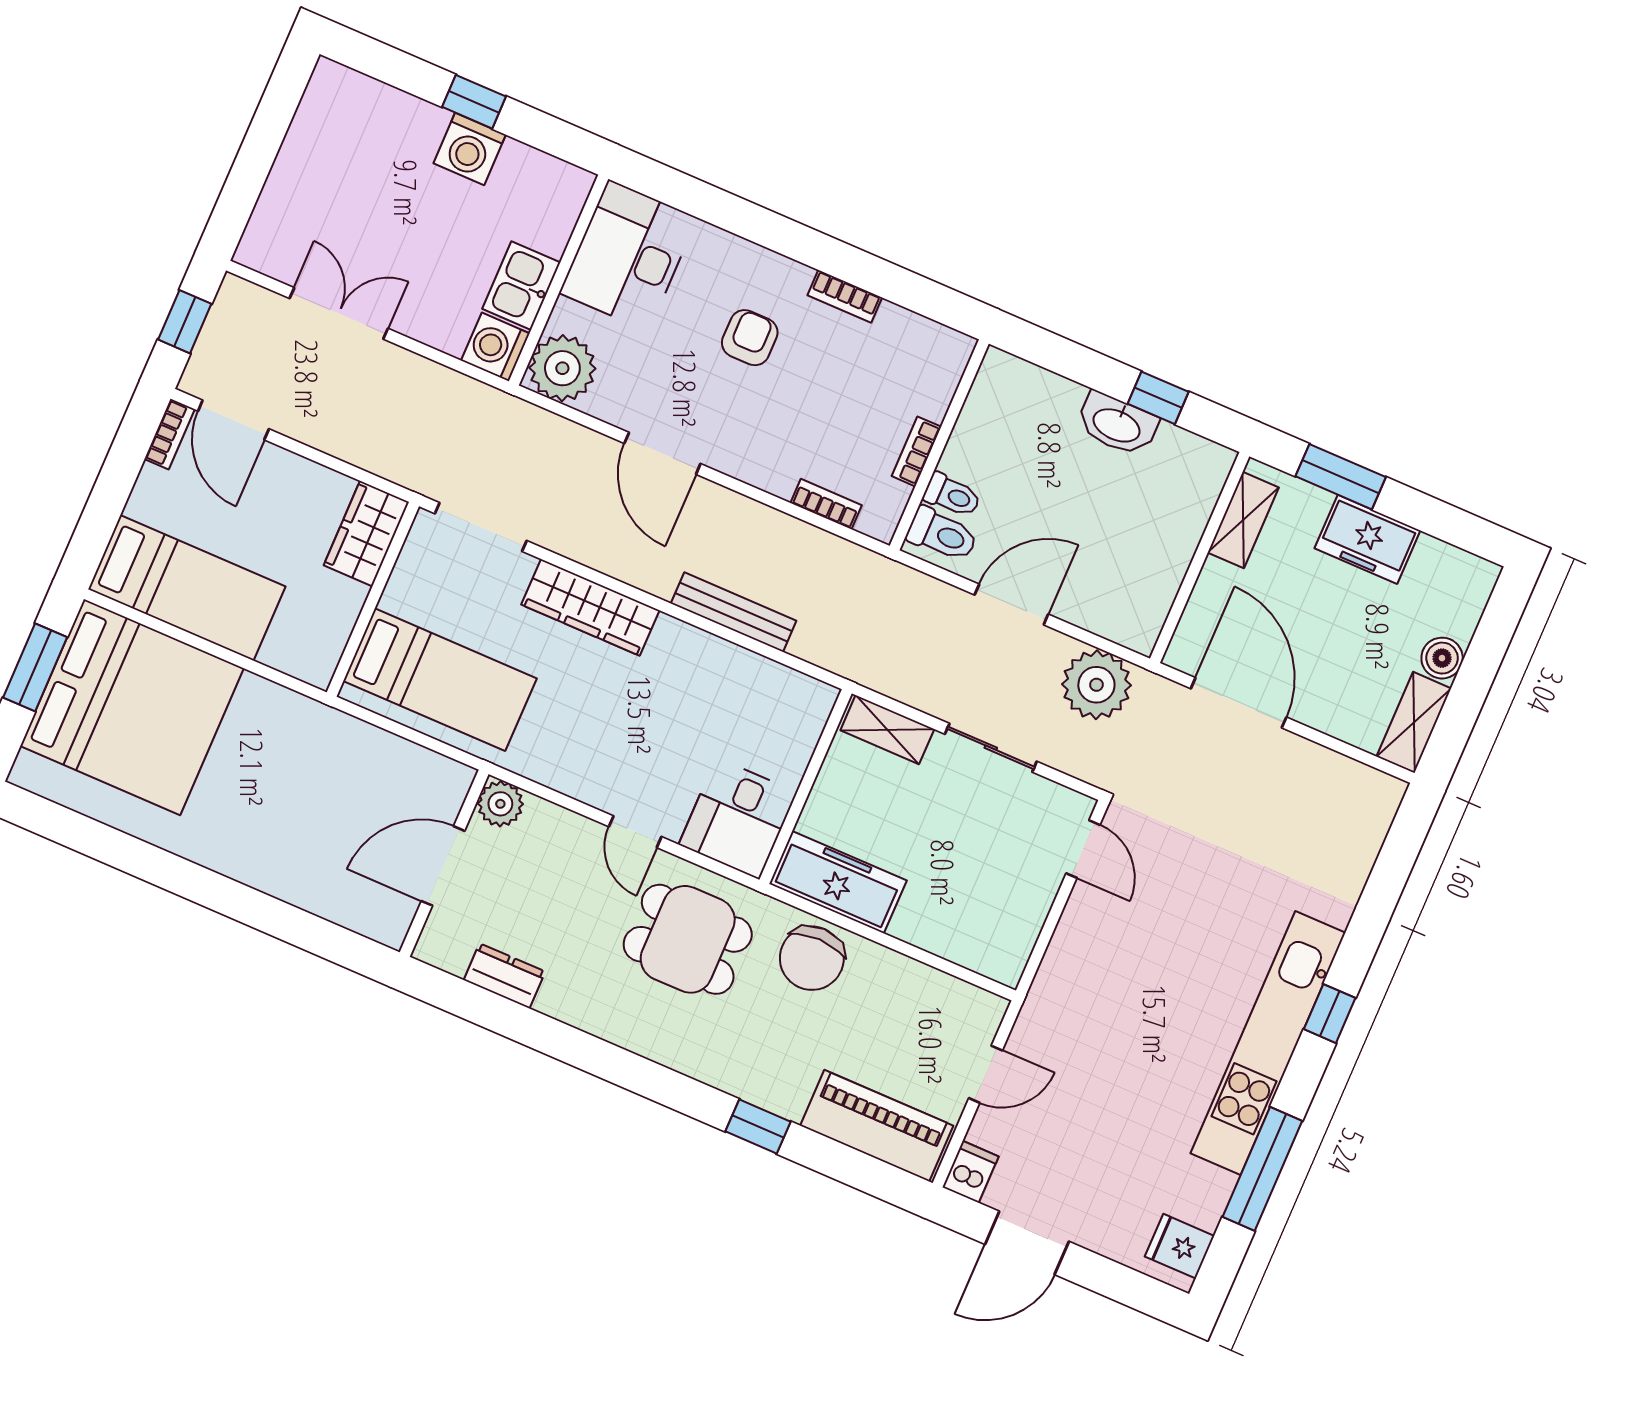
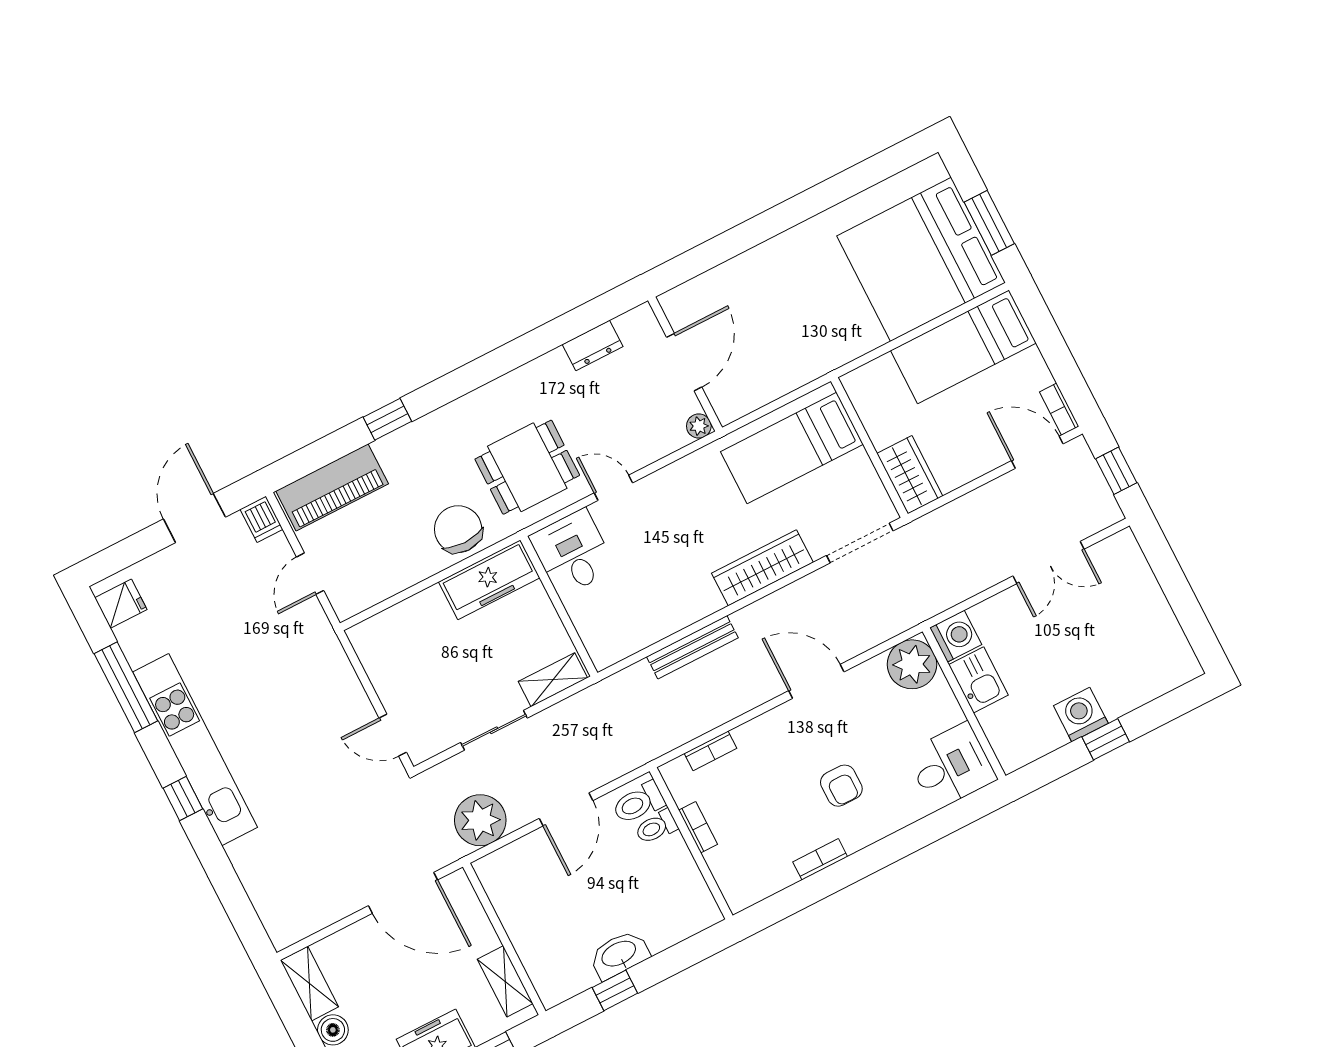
desk: (628, 255) -> (951, 766), width x0.73
plant: (500, 804) -> (699, 426), width x0.73, depth x0.73

